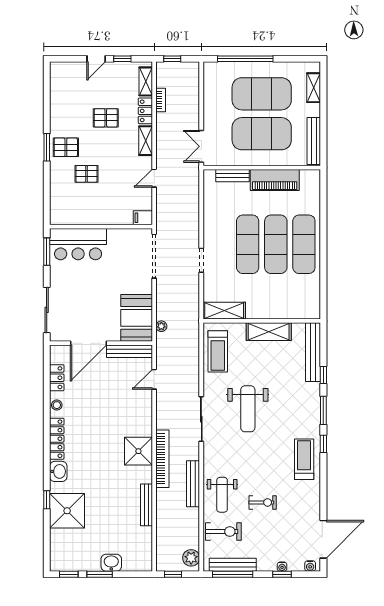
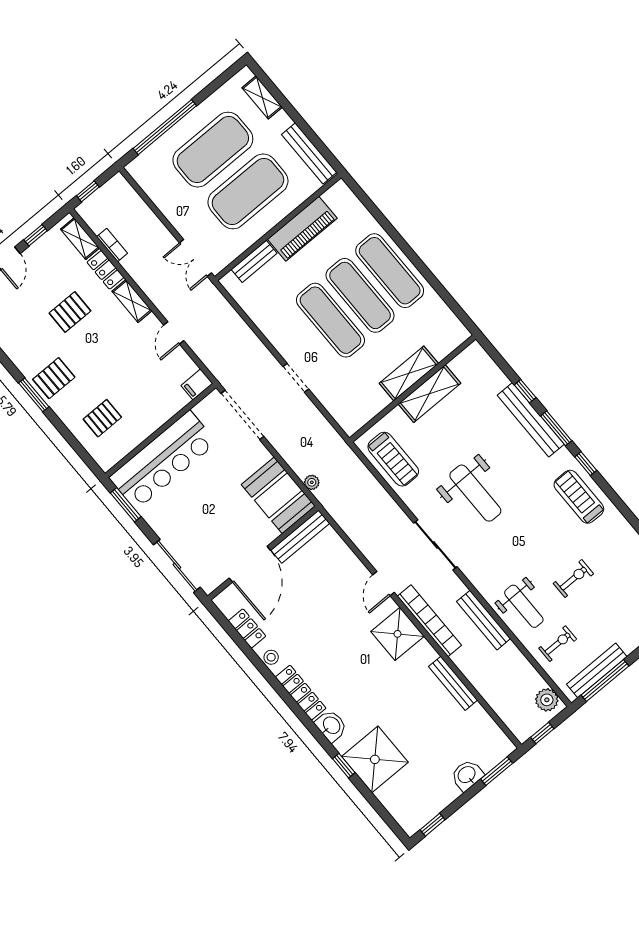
pallet: (87, 174) -> (102, 418), moved
bar counter: (78, 244) -> (163, 460), width x1.36
shelving: (224, 311) -> (409, 373), moved
bench: (313, 352) -> (531, 420), moved
door: (154, 379) -> (383, 584), moved
exercise bike: (223, 531) -> (558, 644), width x0.73, depth x0.72
window: (100, 574) -> (497, 771), moved

